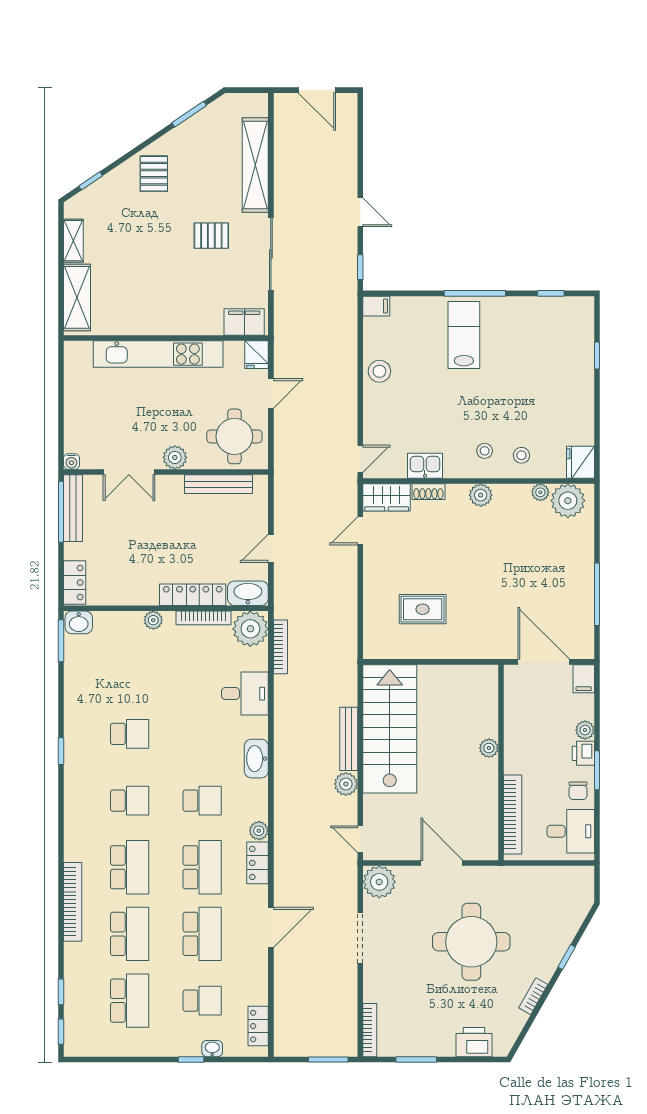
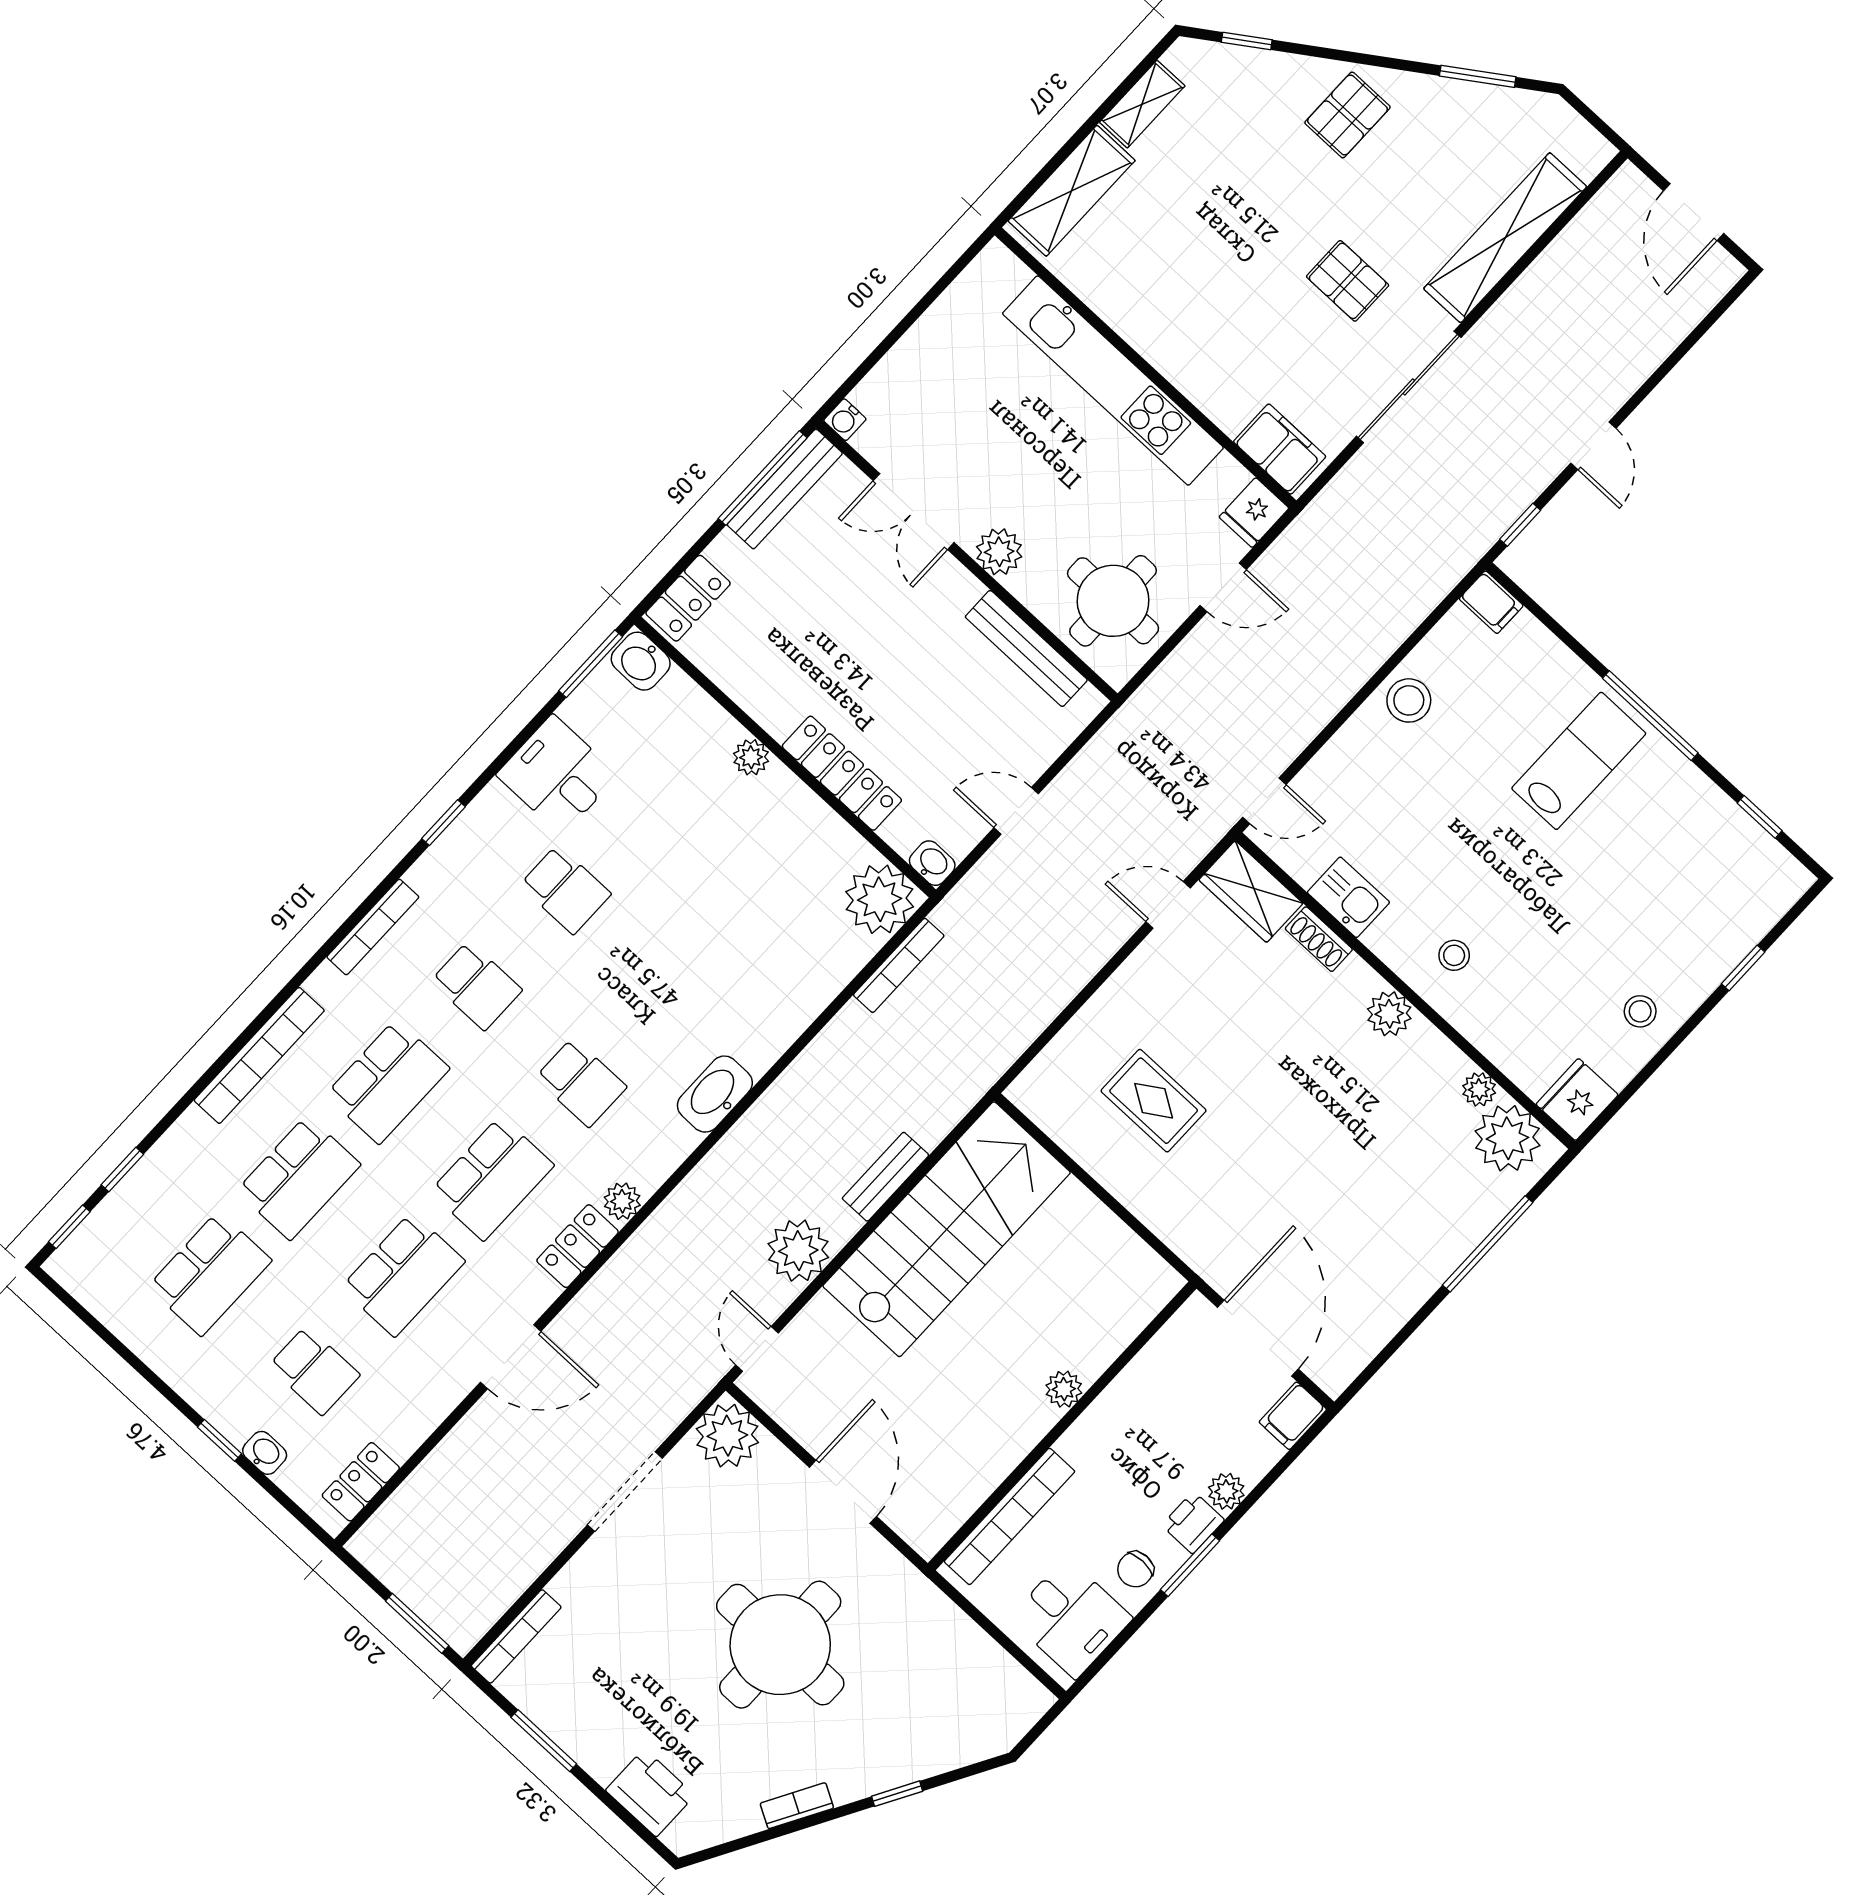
stool: (521, 455) -> (1640, 1011), moved
washbasin: (248, 593) -> (932, 863), width x0.52, depth x0.69
window: (597, 594) -> (1488, 1244), moved
bookcase: (204, 618) -> (373, 927), moved, turned -90
desk: (245, 694) -> (557, 775), moved, turned 180
bench: (349, 739) -> (885, 1177), width x0.73
plant: (346, 784) -> (798, 1251), width x1.36, depth x1.36

